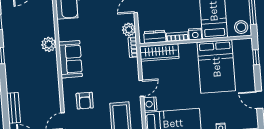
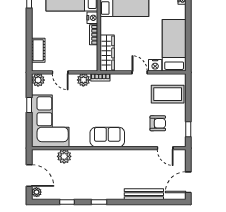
dresser: (155, 37) -> (92, 56), removed
plant: (49, 44) -> (64, 156), moved
armchair: (85, 101) -> (158, 123), moved
bench: (14, 108) -> (144, 194), width x1.36

